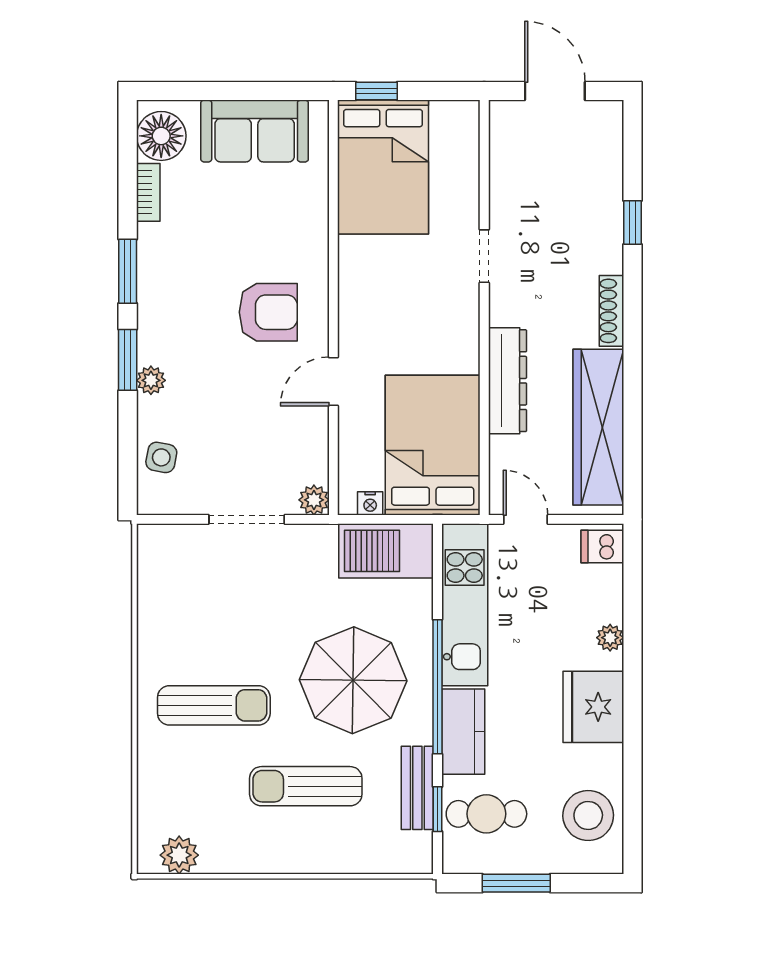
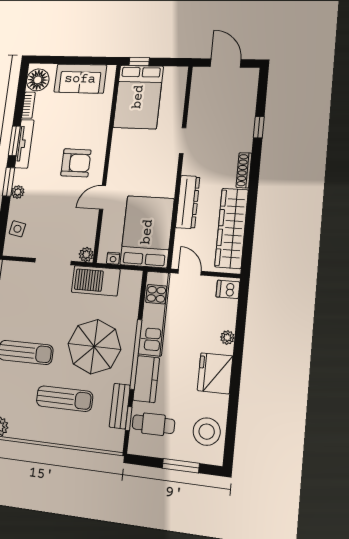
tv unit: (151, 277) -> (24, 144), added
barbecue: (386, 551) -> (96, 281), moved
sun lounger: (306, 786) -> (64, 399), turned 180
window: (516, 883) -> (181, 466), moved

